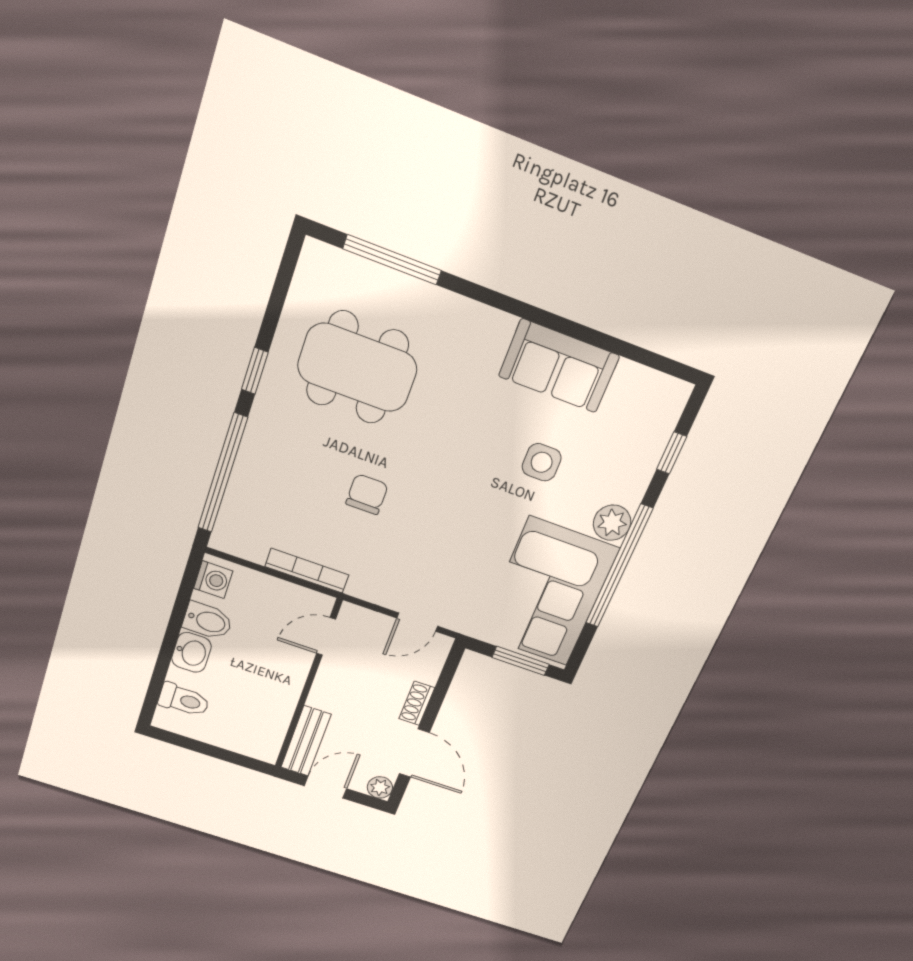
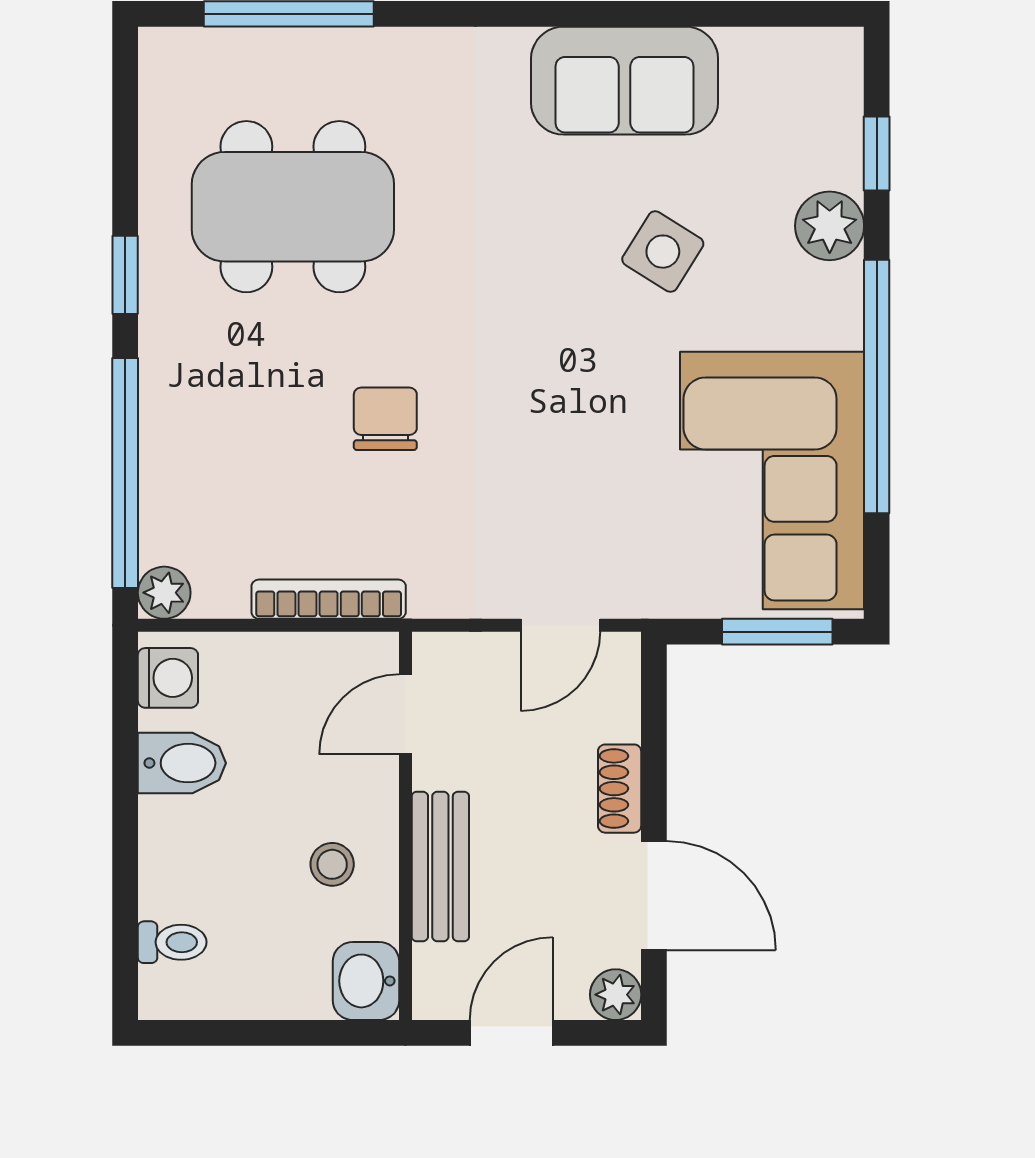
side table: (542, 462) -> (663, 252), turned 32
plant: (612, 523) -> (830, 226), moved
plant: (224, 539) -> (164, 593), added
washbasin: (191, 652) -> (366, 981), moved, turned 180
stool: (266, 690) -> (332, 864), added
toilet: (184, 700) -> (172, 942), width x0.73, depth x0.72
bench: (306, 741) -> (440, 866), moved

